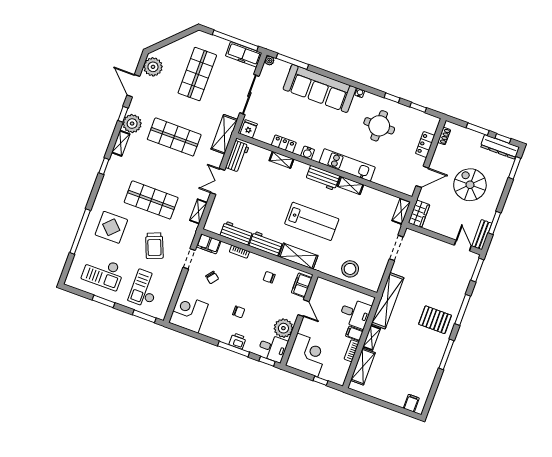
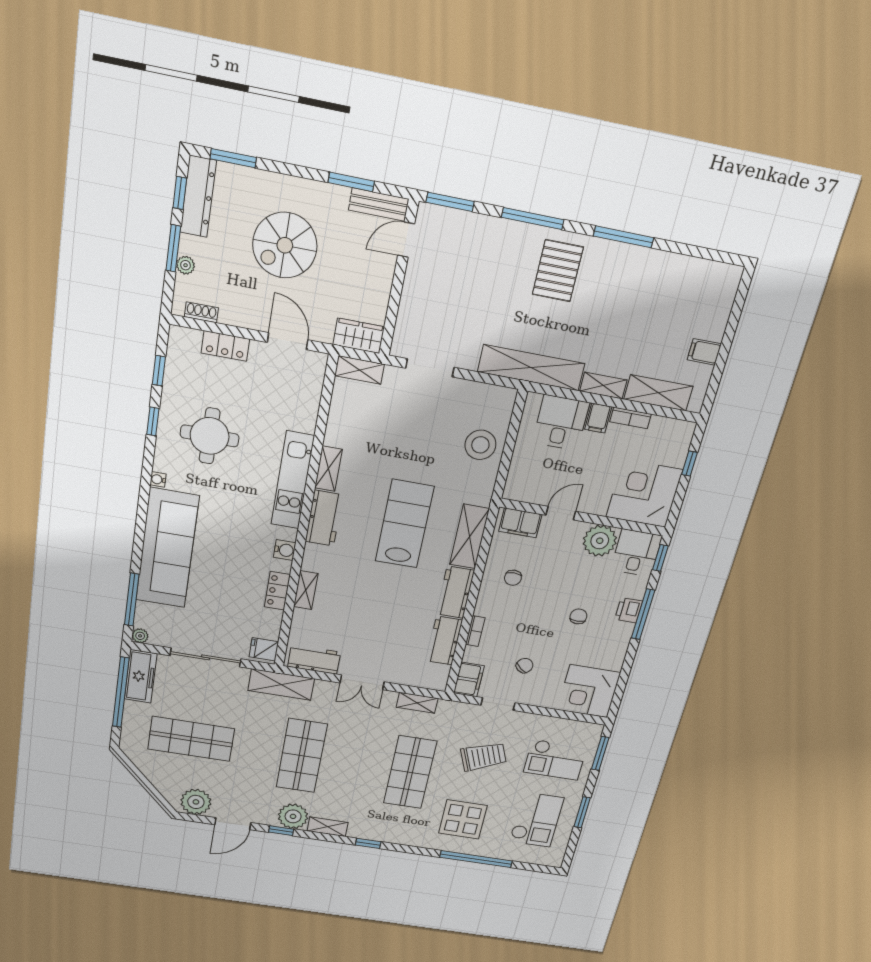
plant: (468, 133) -> (186, 265), added
filing cabinet: (411, 403) -> (704, 352), moved

